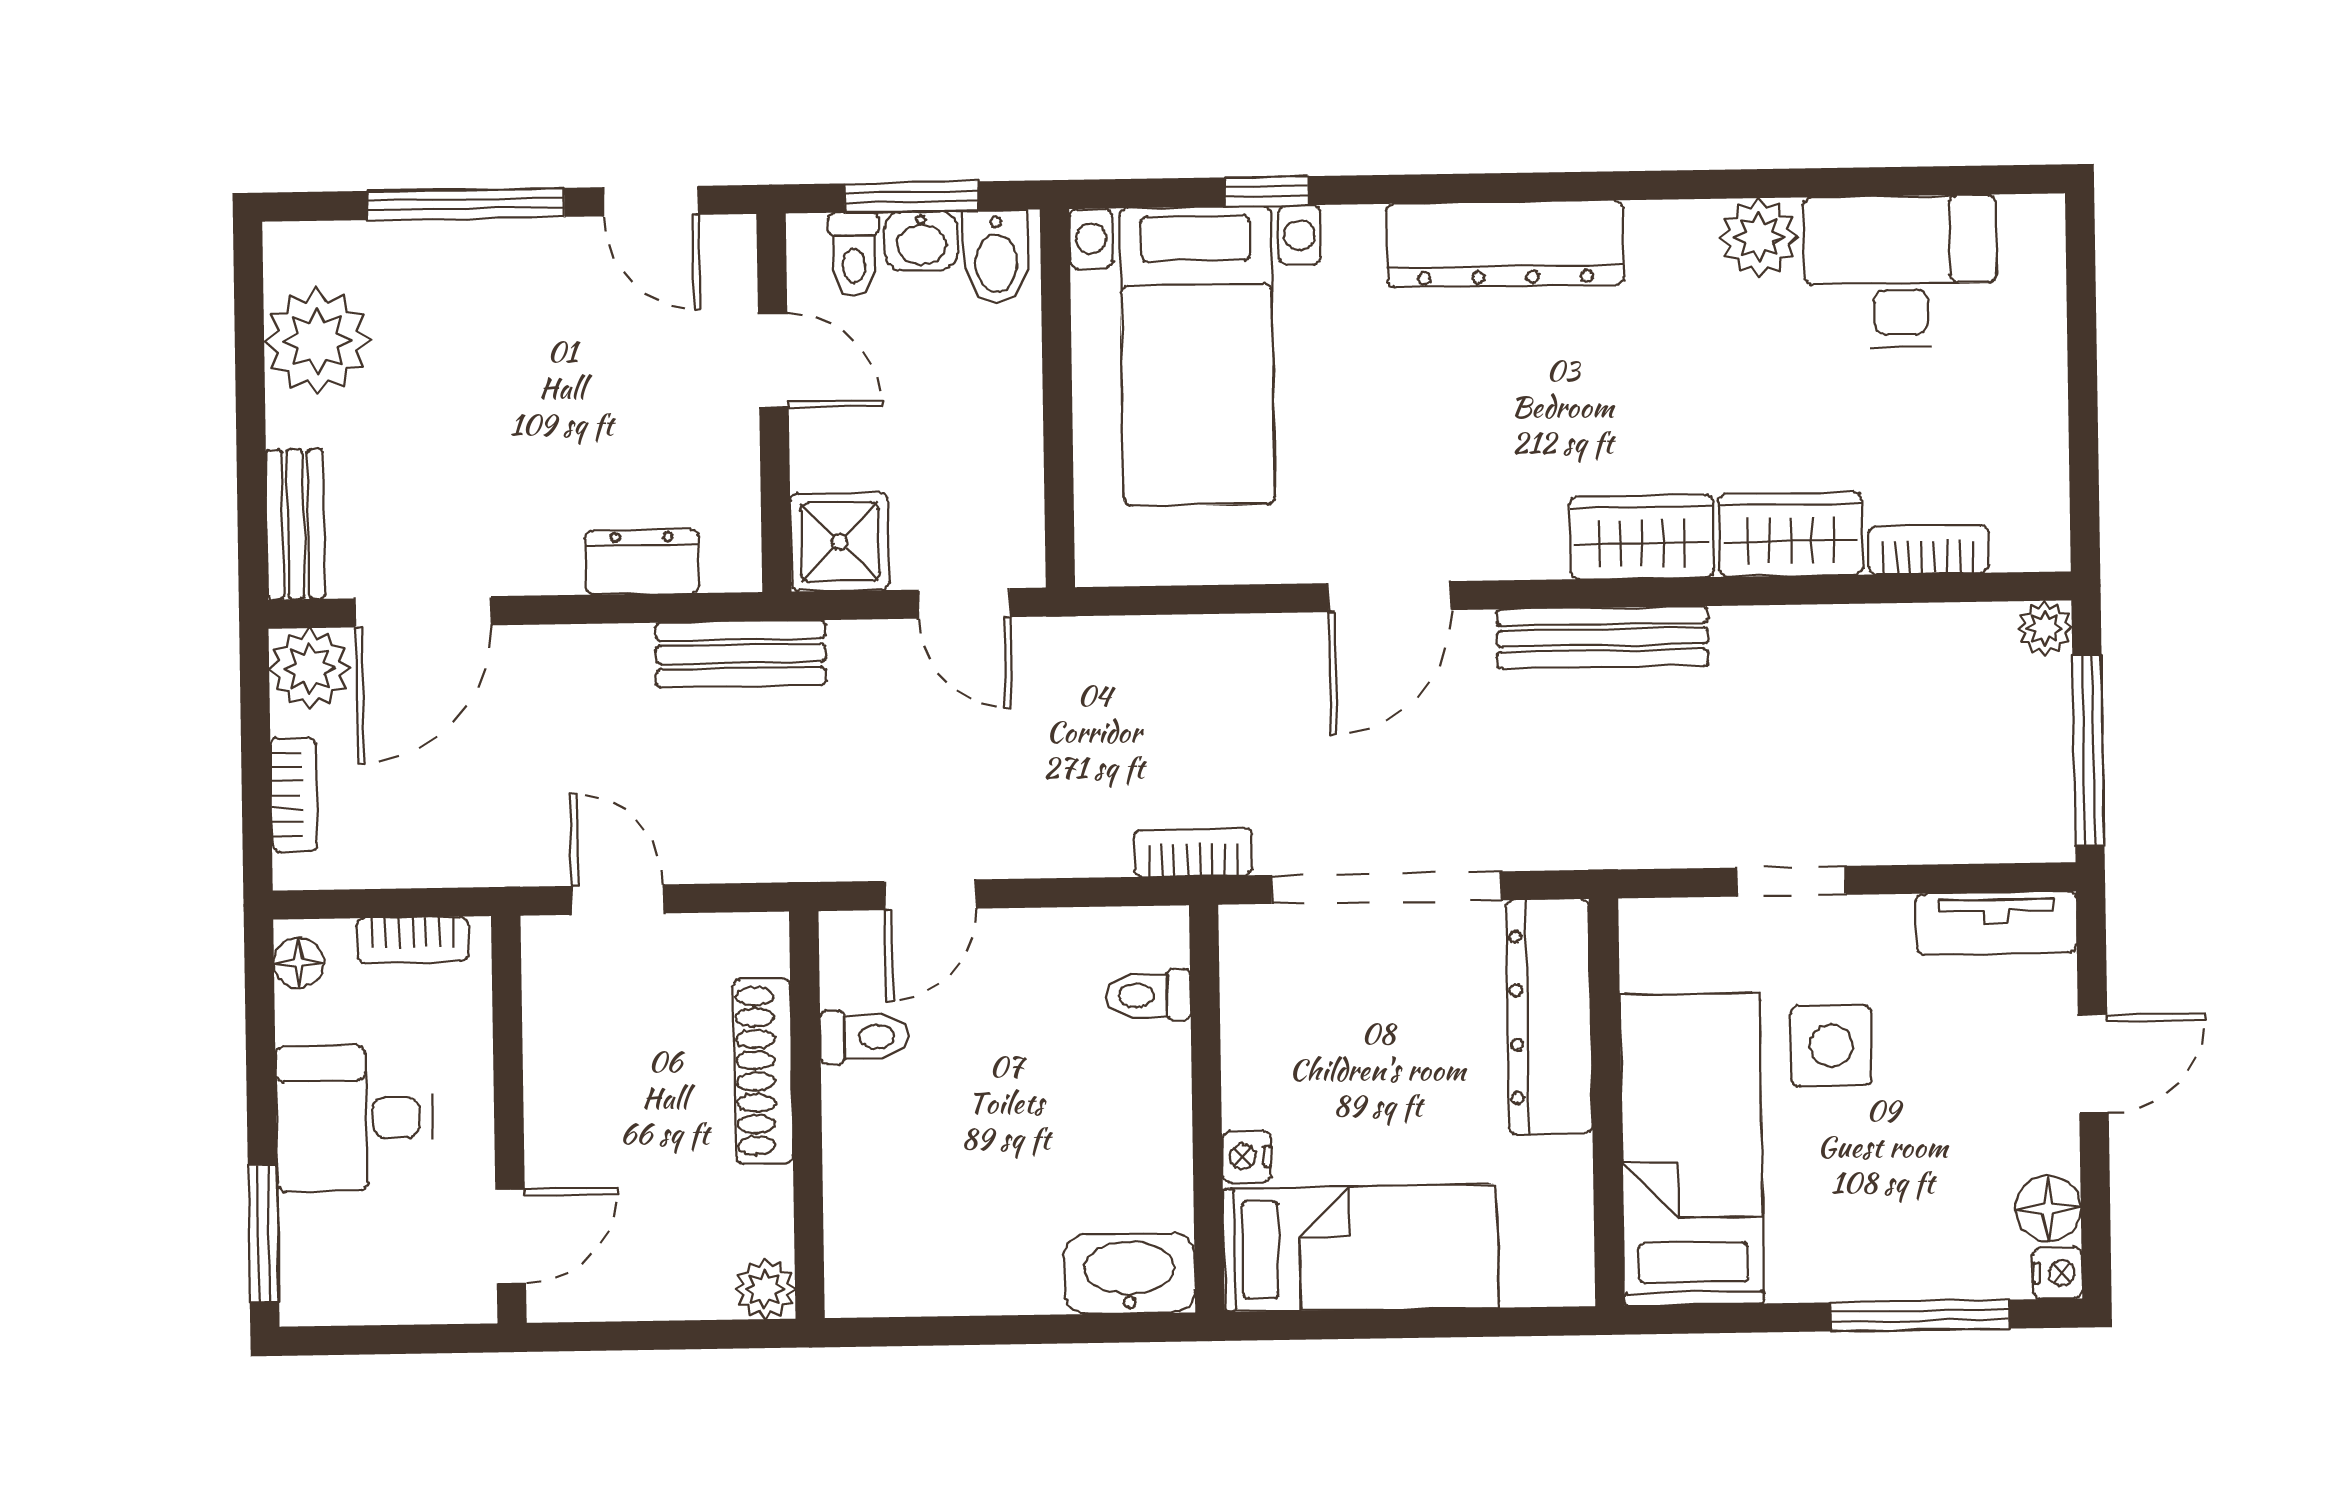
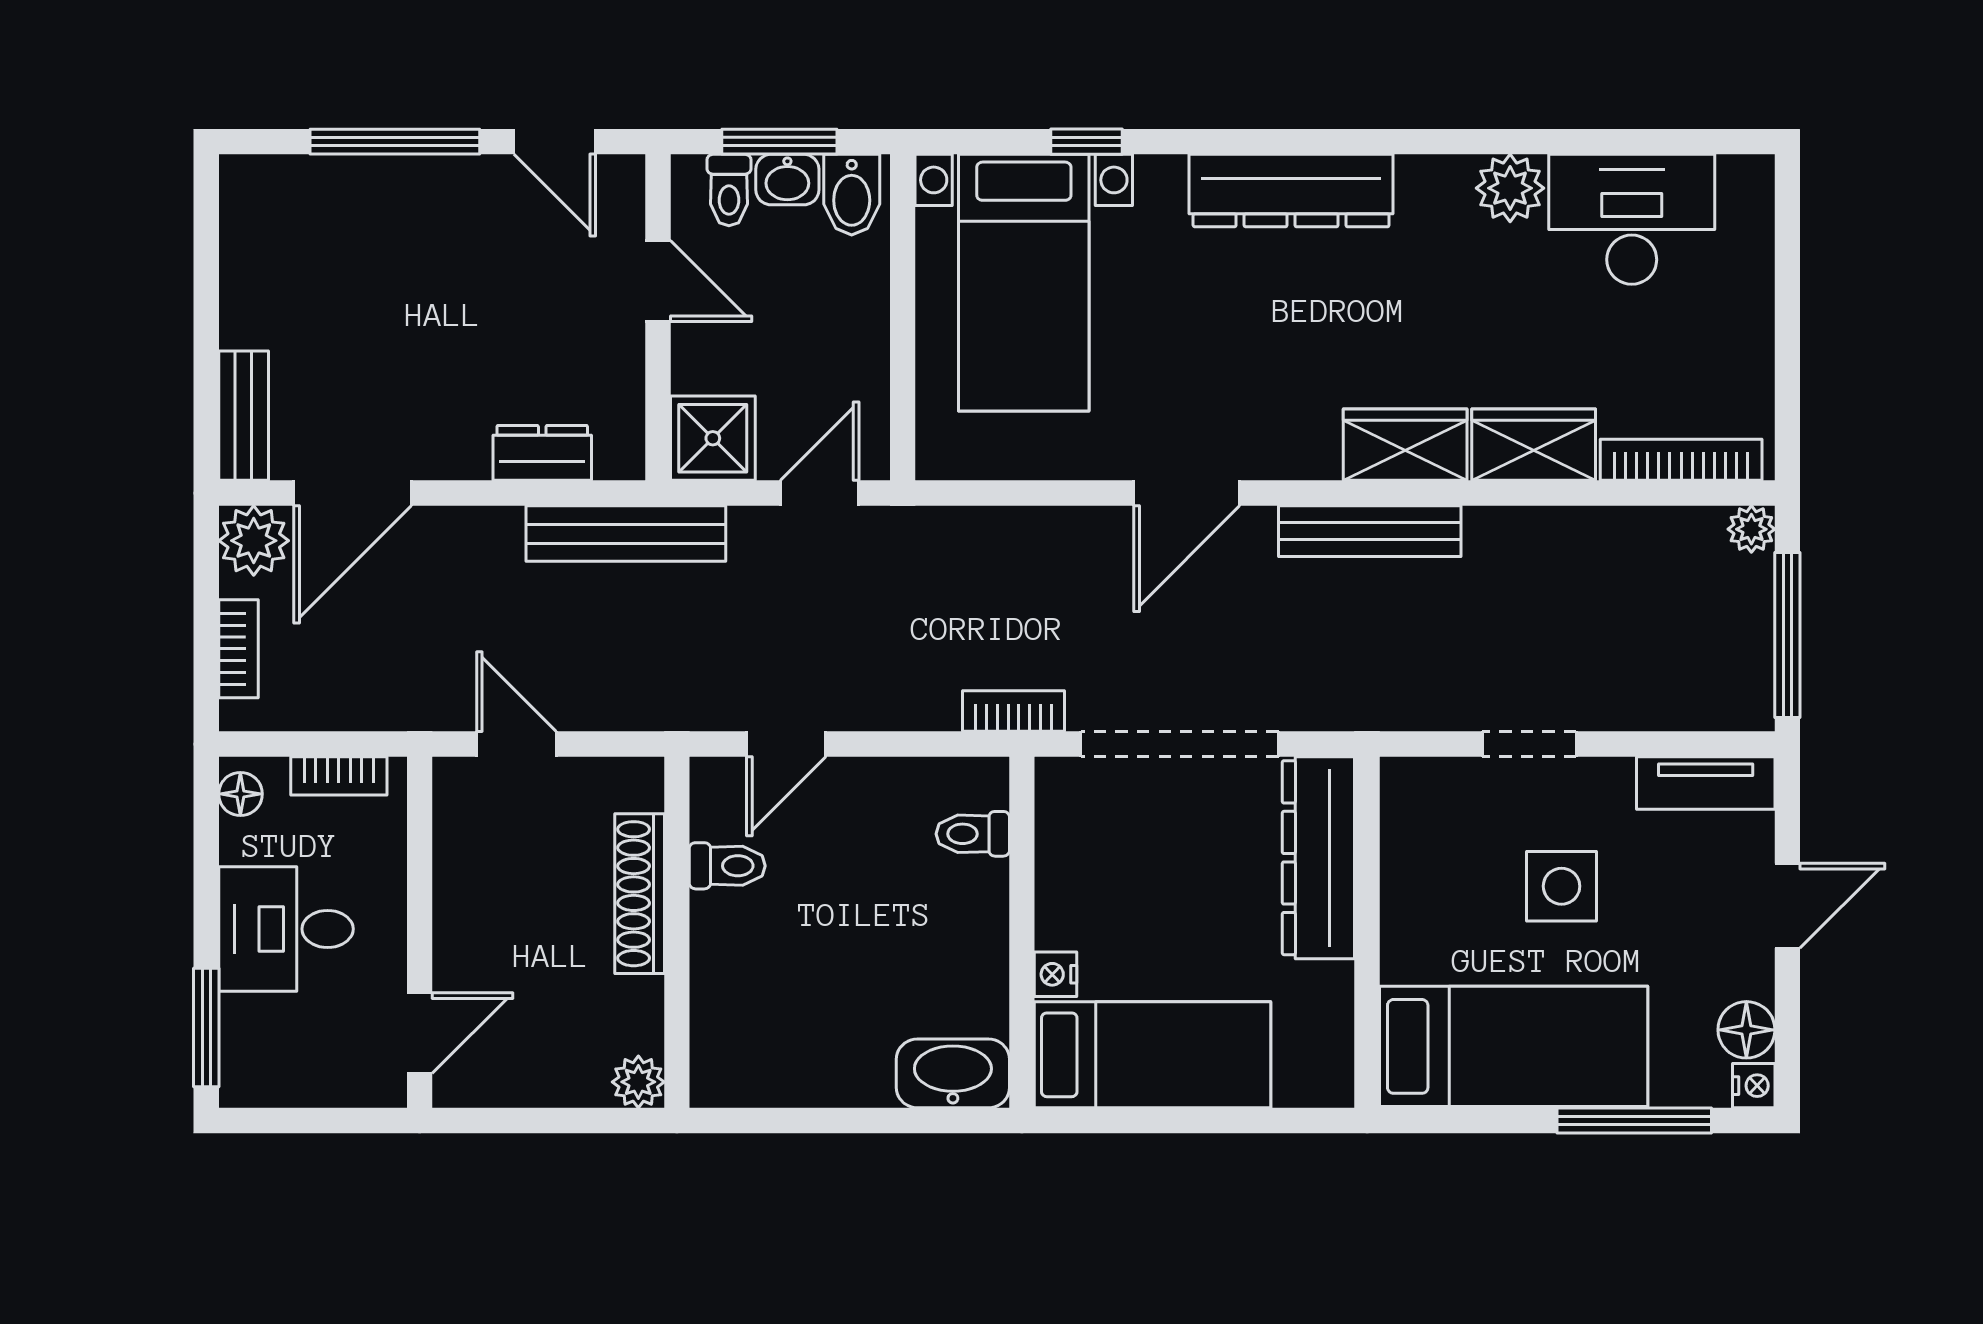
plant: (317, 341) -> (265, 258), removed
bookcase: (1928, 550) -> (1681, 460), width x1.56
door: (964, 603) -> (820, 493), swing flipped
bench: (741, 654) -> (626, 534), width x1.36
bed: (1692, 1149) -> (1514, 1046), moved, turned 90

